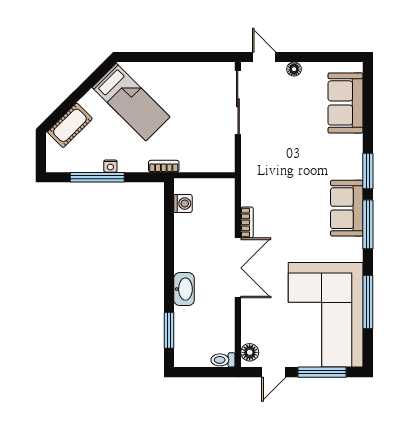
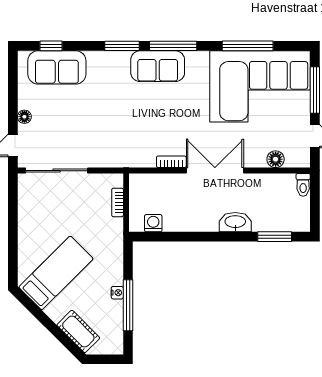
window: (368, 97) -> (51, 46), added
bookcase: (164, 166) -> (118, 202), moved
floor lamp: (250, 352) -> (276, 159), moved

